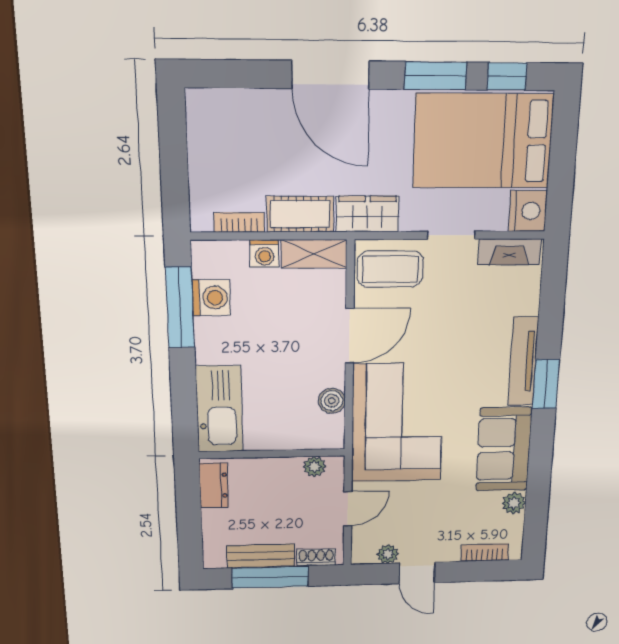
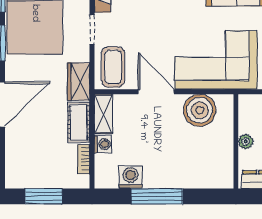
window: (173, 156) -> (44, 196), added
window: (180, 307) -> (157, 196), moved
boiler: (332, 401) -> (200, 110), width x1.86, depth x1.86
kitchen sink: (219, 409) -> (204, 174), removed
plant: (314, 467) -> (246, 141), moved

